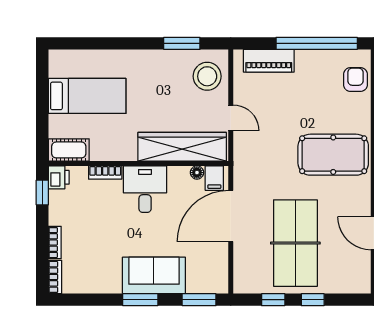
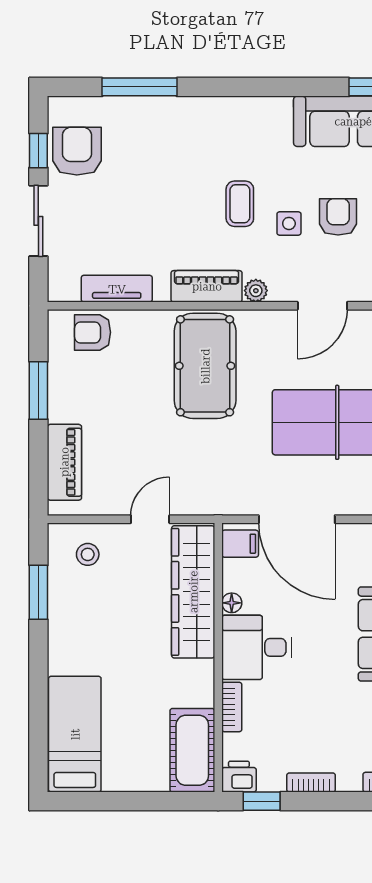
window: (317, 43) -> (38, 390), width x0.47
stool: (207, 76) -> (88, 554), width x0.53, depth x0.53
bed: (87, 96) -> (75, 734), moved
cot: (69, 150) -> (192, 750), width x1.37, depth x1.34
floor lamp: (197, 173) -> (232, 603), moved
bookcase: (55, 243) -> (311, 782), moved

